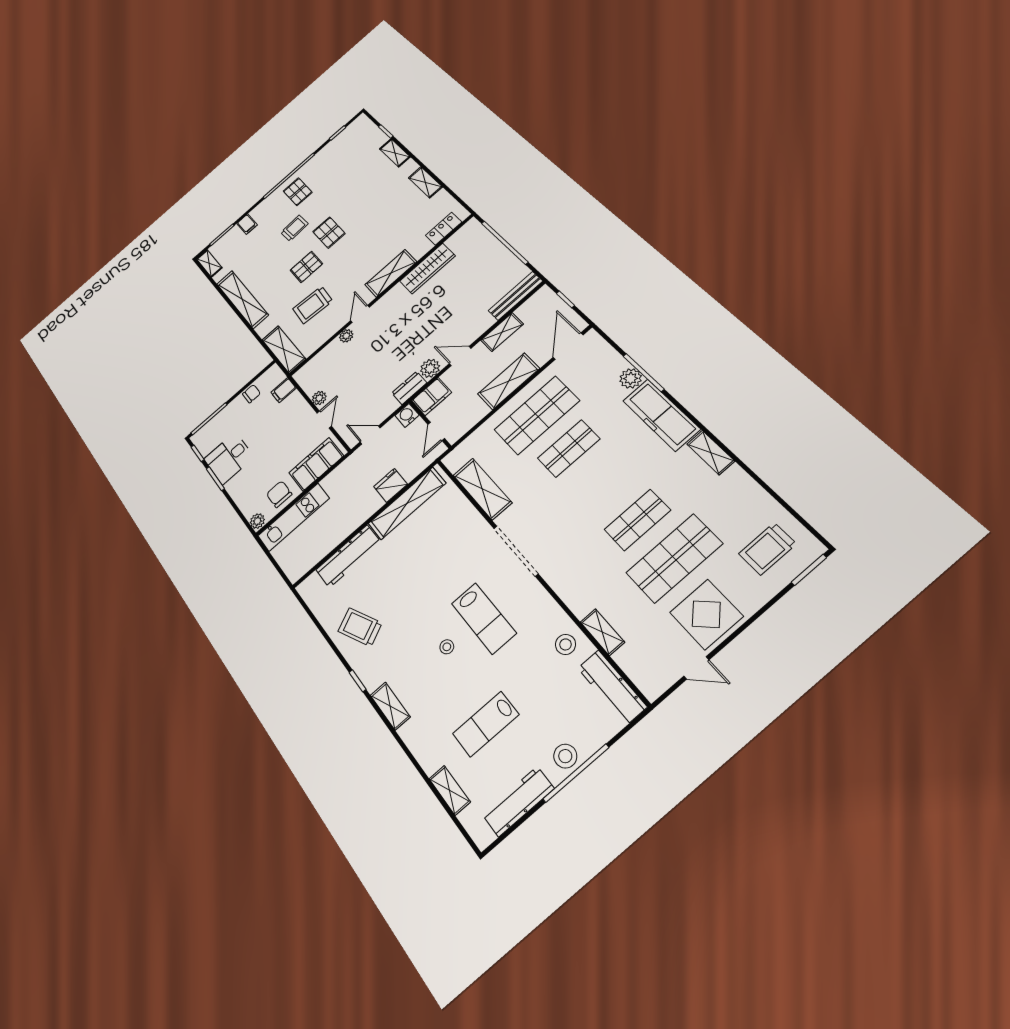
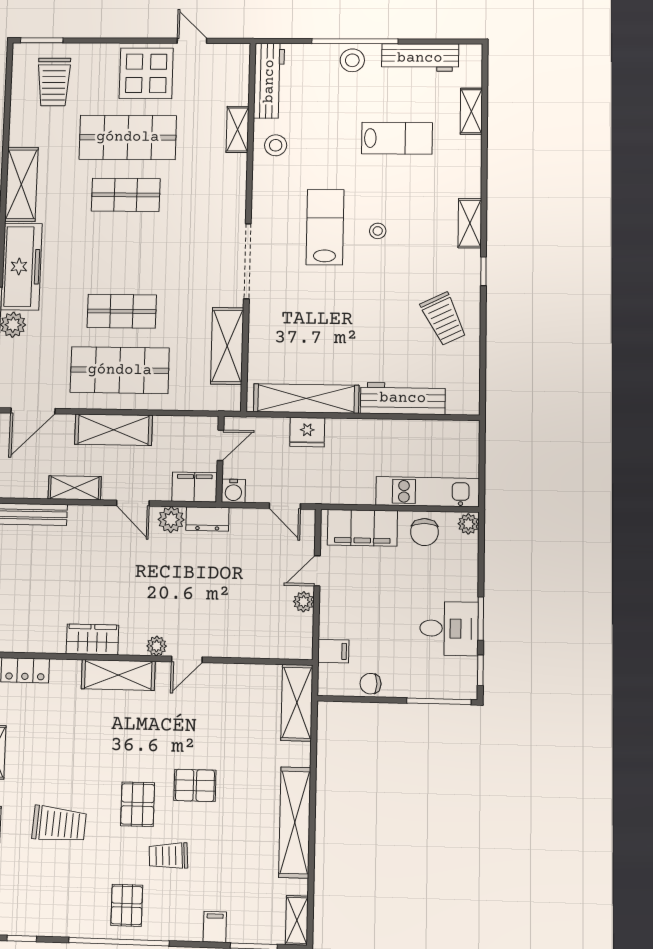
wardrobe: (427, 269) -> (92, 639), width x0.67
trolley: (313, 305) -> (59, 824), moved
plant: (346, 336) -> (157, 646), moved
shelving: (711, 453) -> (21, 184), width x1.50, depth x1.33
trolley: (767, 549) -> (54, 82), turned 90

